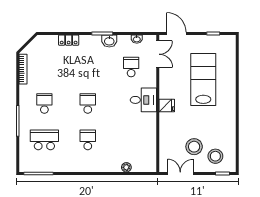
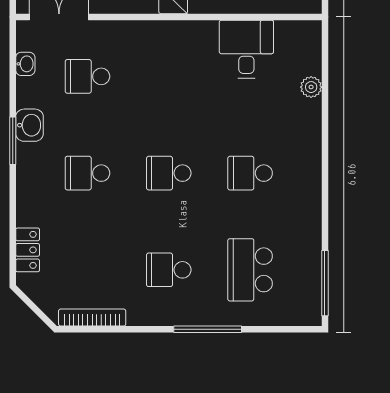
locker: (69, 40) -> (28, 250), moved
school desk: (88, 67) -> (87, 173), added
desk: (143, 100) -> (246, 49), moved

